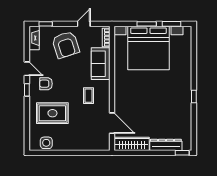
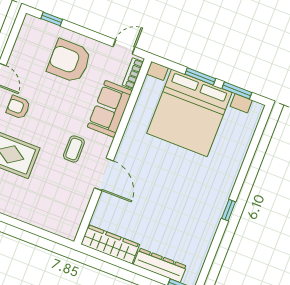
door: (84, 24) -> (124, 47), moved
fireplace: (34, 38) -> (27, 33), removed
armchair: (66, 45) -> (69, 61), turned 108
door: (112, 123) -> (104, 174), moved

